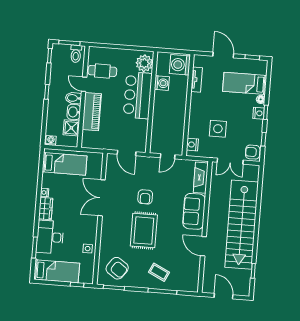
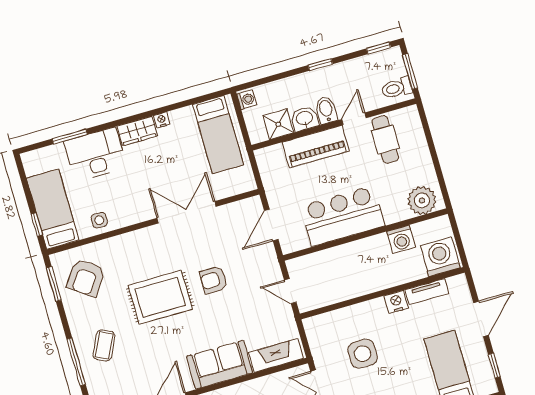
bar counter: (138, 95) -> (343, 216), moved
nightstand: (192, 145) -> (396, 302), moved
bed: (57, 271) -> (53, 209), moved, turned 180

